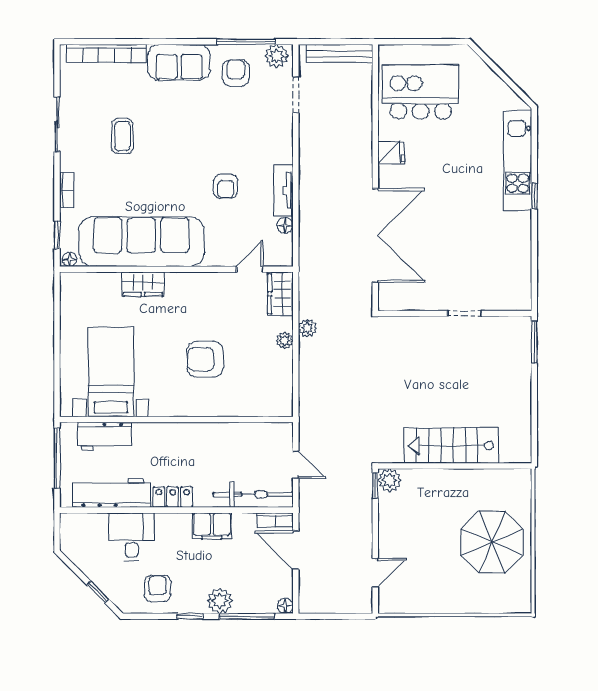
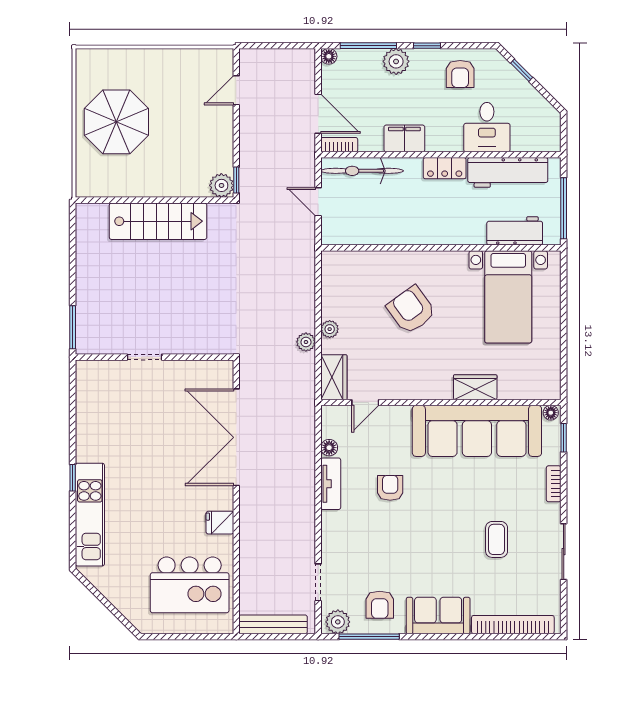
armchair: (205, 359) -> (411, 310), turned -126

